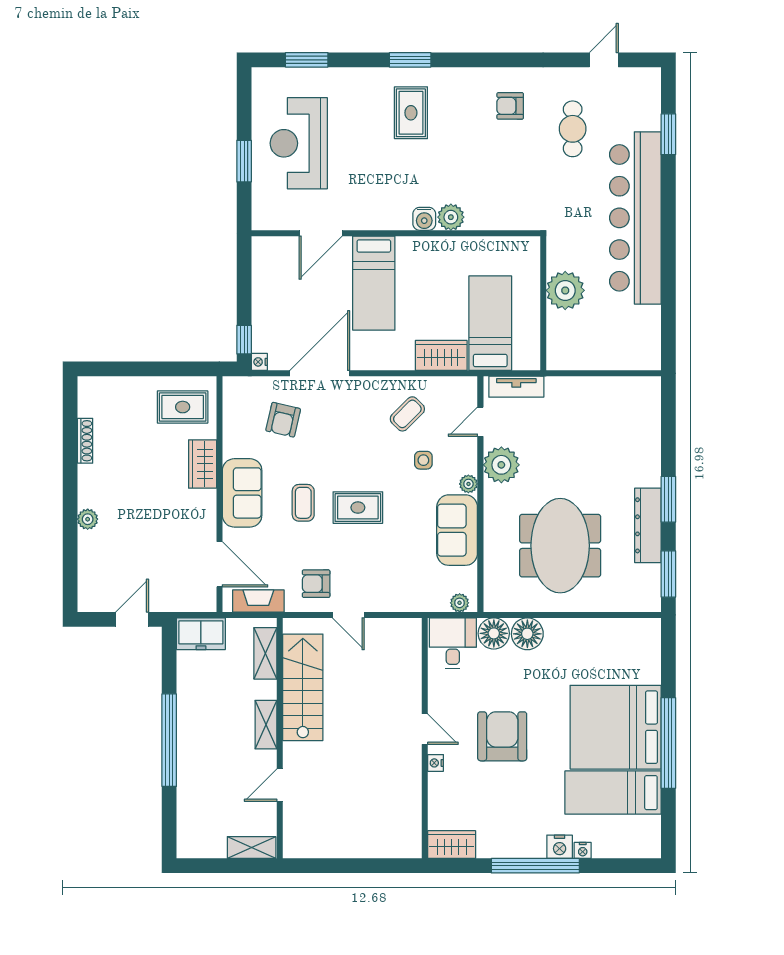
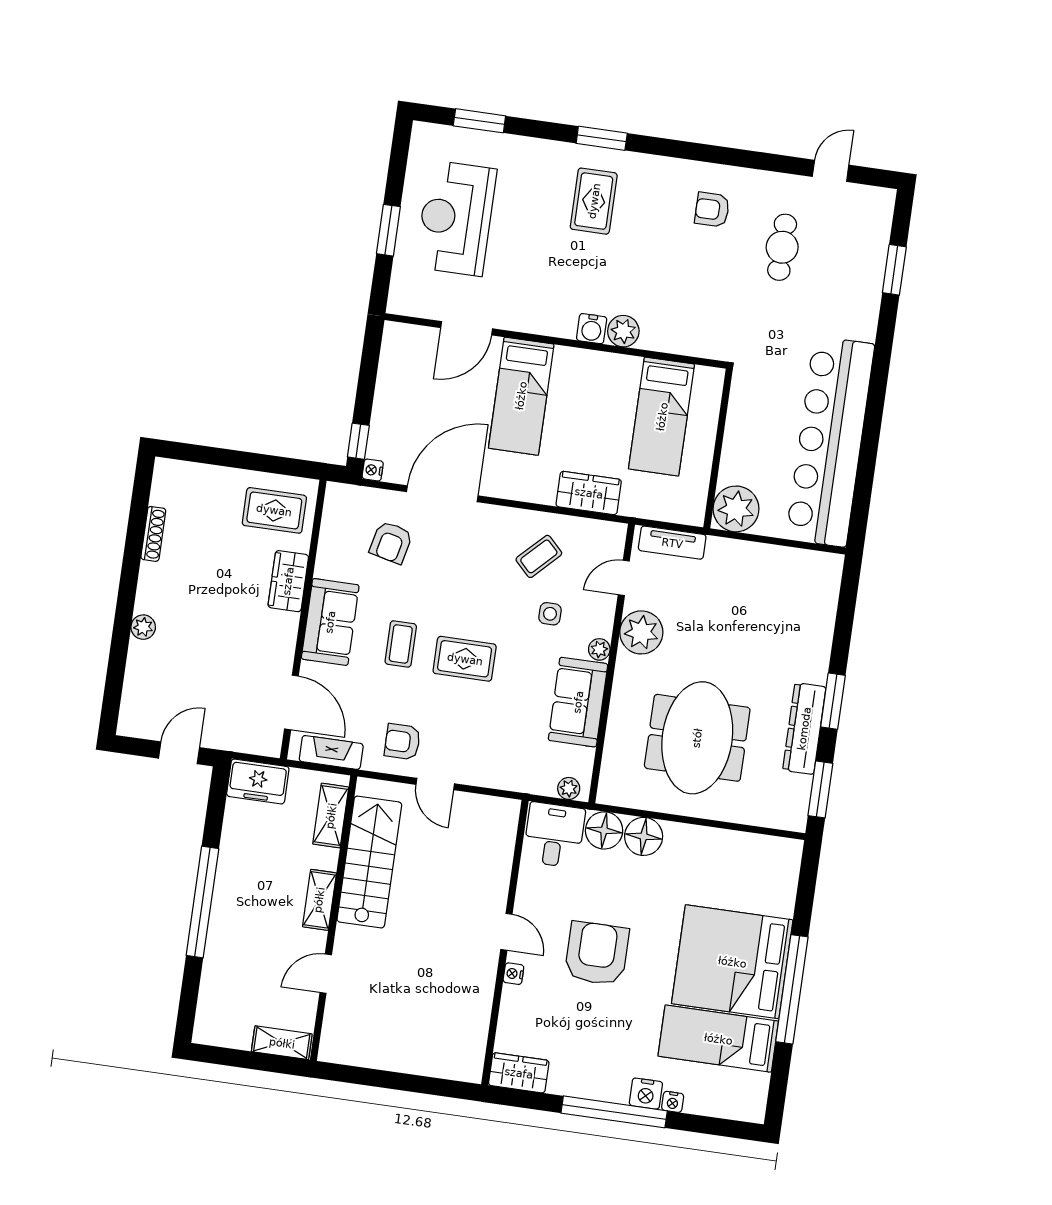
bar counter: (635, 218) -> (830, 442), moved
plant: (565, 290) -> (736, 509), moved
bed: (490, 323) -> (662, 417), moved, turned 180

